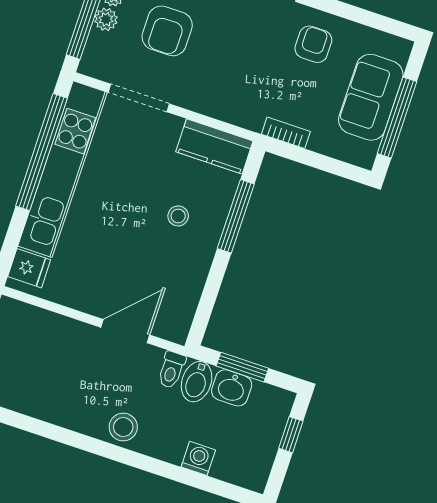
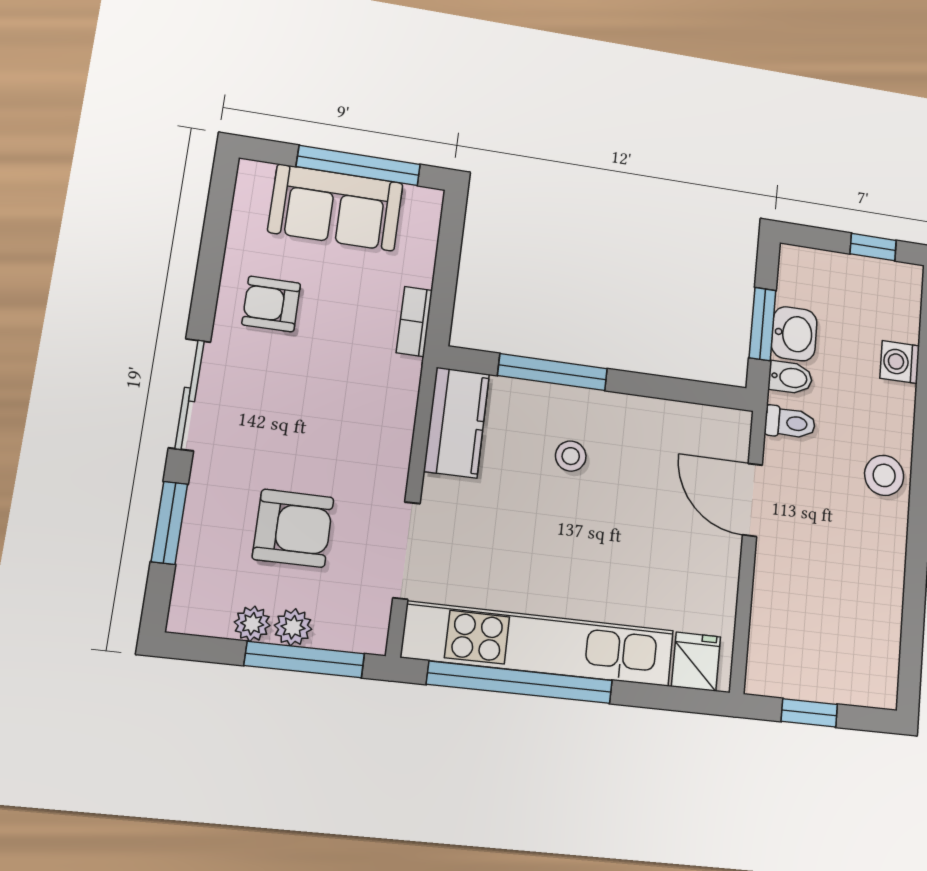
bidet: (197, 382) -> (790, 378), width x0.72, depth x0.74
window: (291, 435) -> (873, 247), moved

